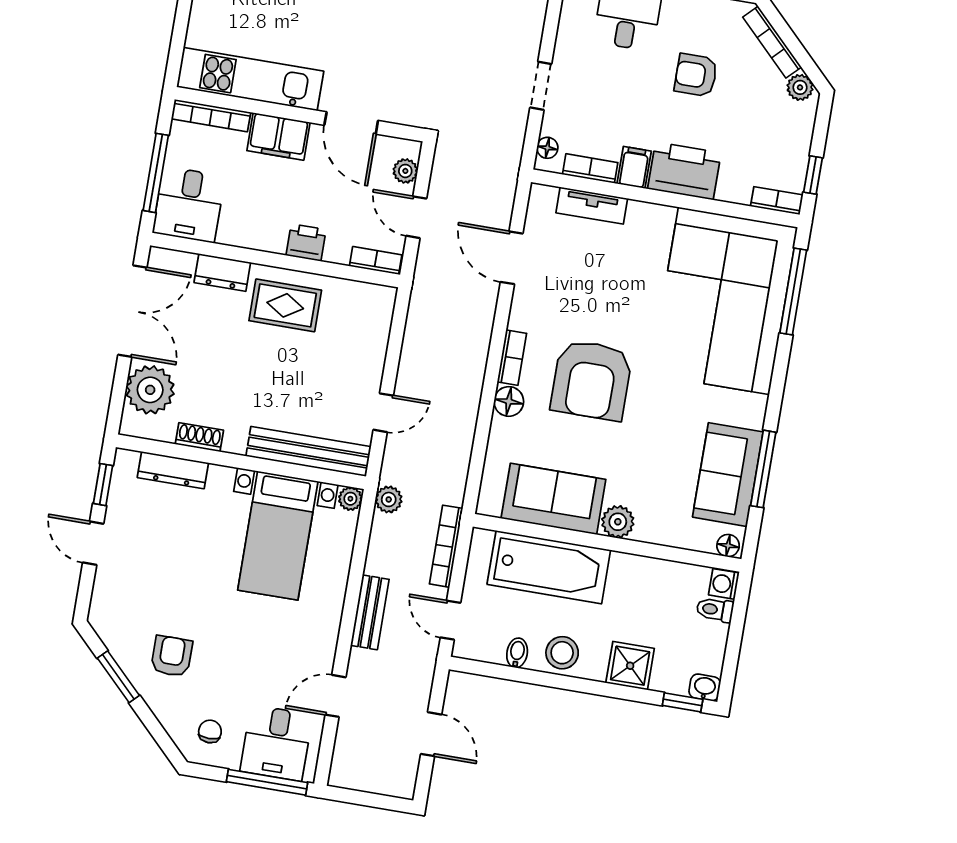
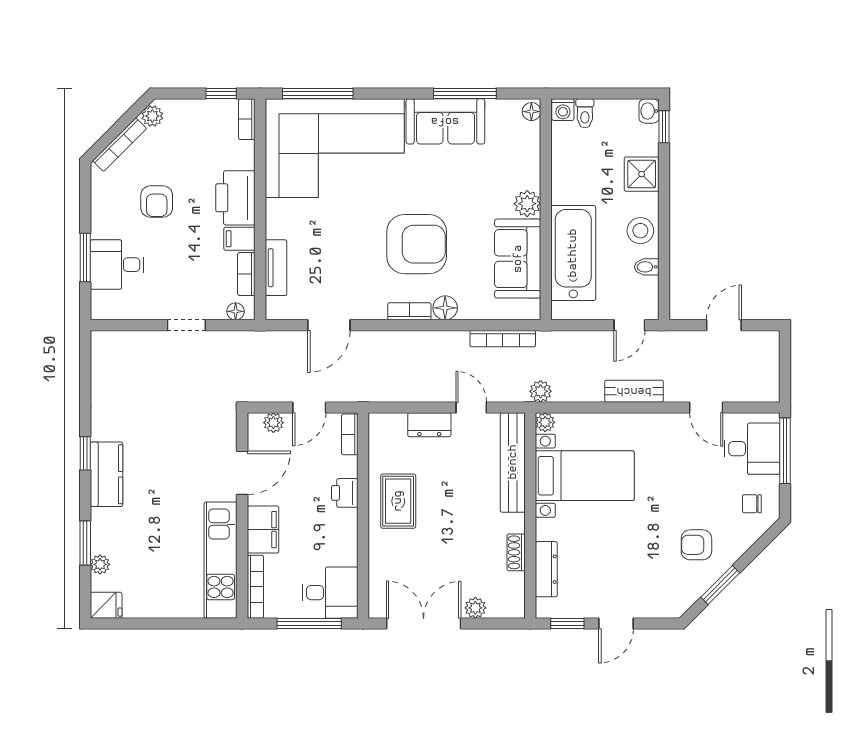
dresser: (222, 272) -> (429, 425), moved, turned 90
plant: (150, 390) -> (475, 608), width x0.53, depth x0.53
sofa: (728, 475) -> (445, 121), moved
bookcase: (446, 546) -> (503, 339), moved

